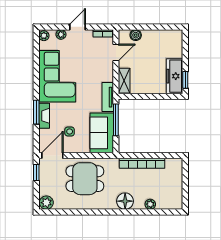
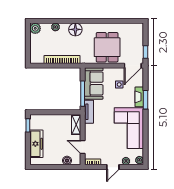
door: (116, 52) -> (83, 147), hinge flipped
freezer: (175, 76) -> (36, 144), moved
dining table: (85, 179) -> (107, 47), turned 90
plant: (46, 203) -> (35, 28), moved

